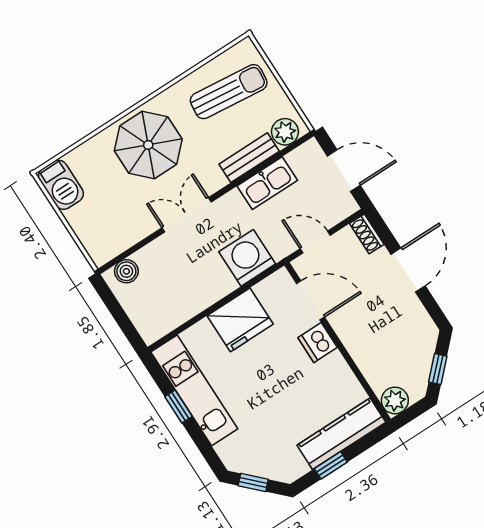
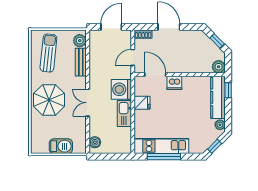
kitchen sink: (267, 183) -> (124, 113), moved, turned 180
barbecue: (61, 185) -> (61, 146), moved
door: (310, 300) -> (155, 75), hinge flipped
fridge: (240, 320) -> (142, 103), width x0.53, depth x0.75
window: (179, 407) -> (164, 157), width x2.17
window: (331, 465) -> (228, 90), moved
plant: (296, 468) -> (220, 125), added

